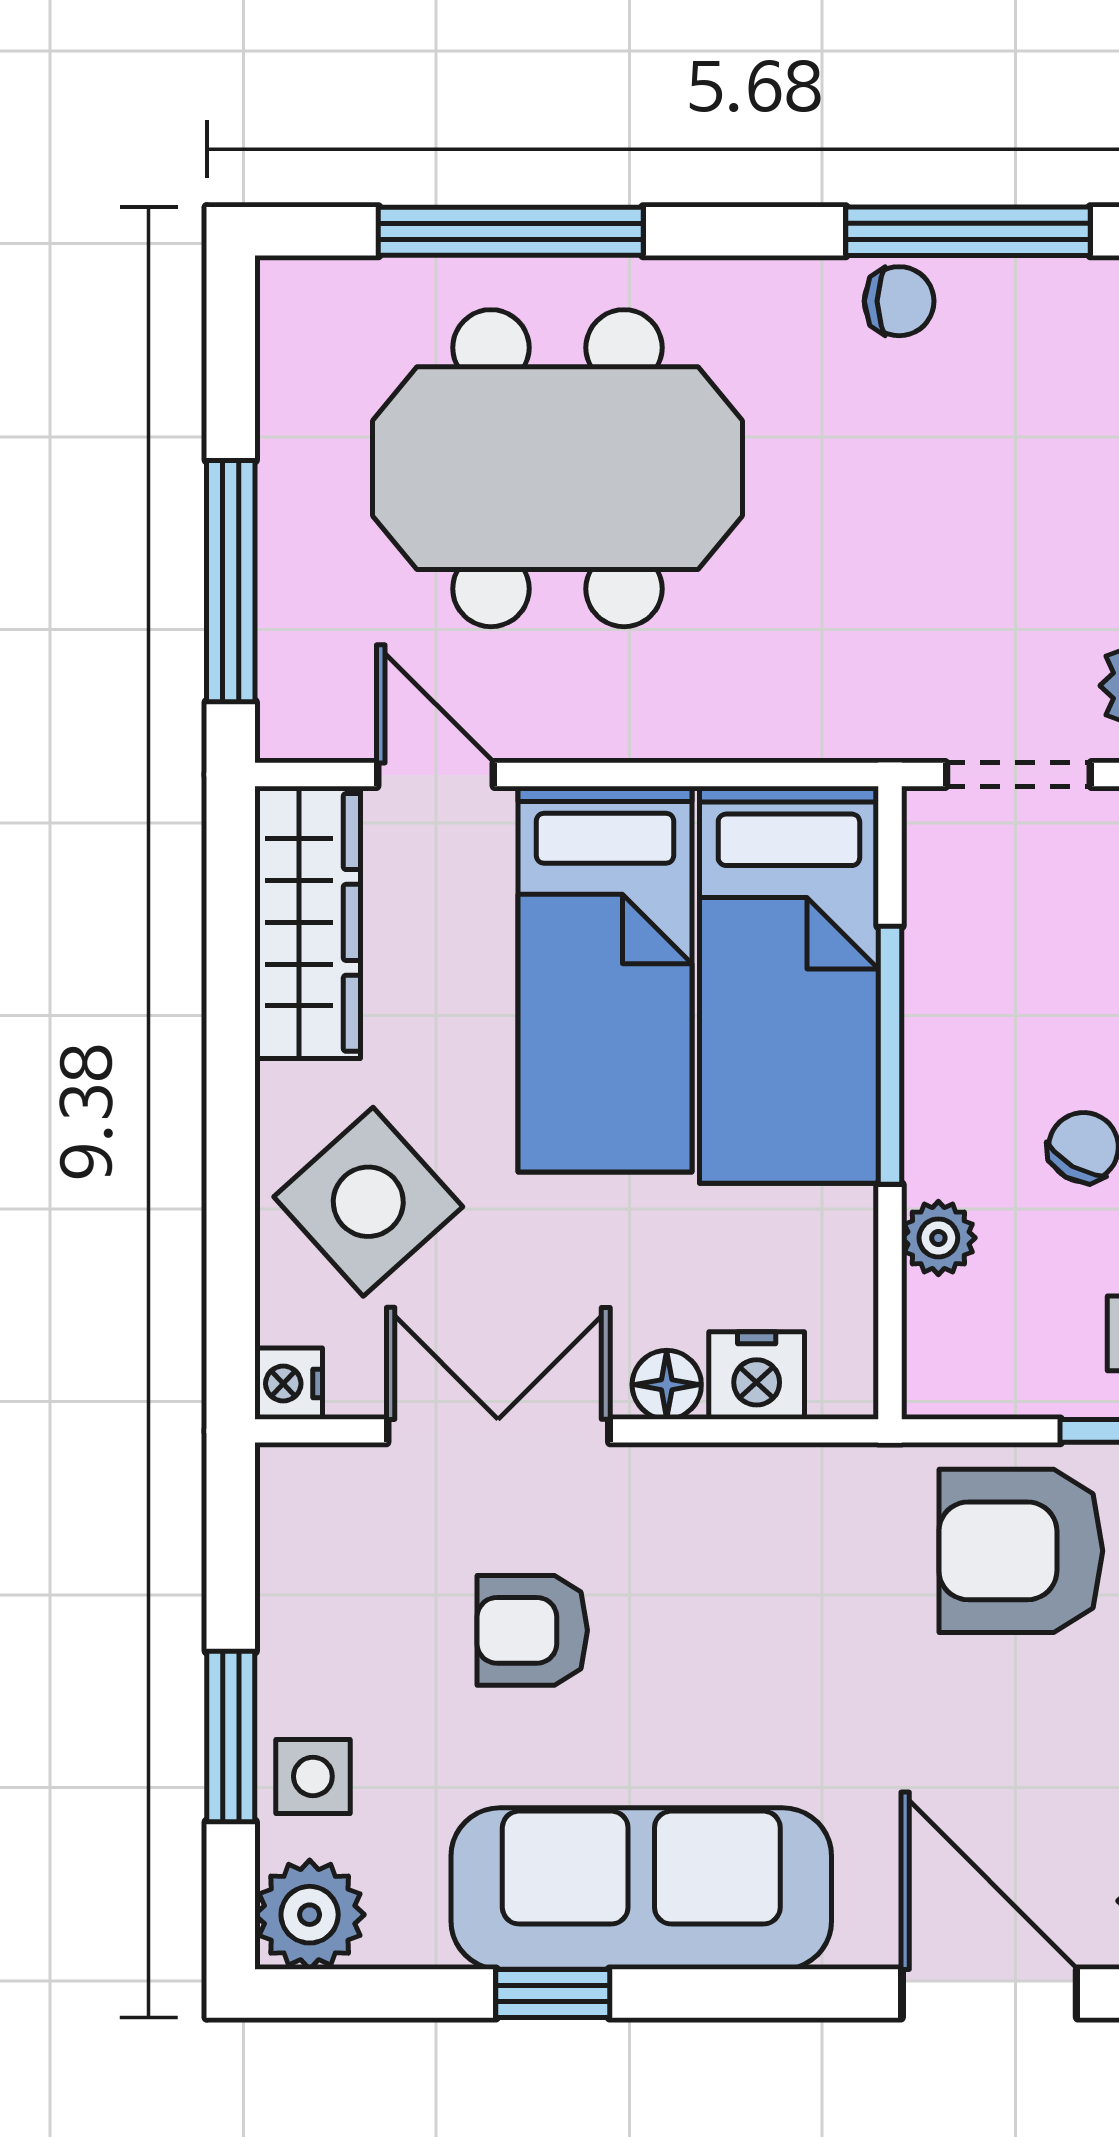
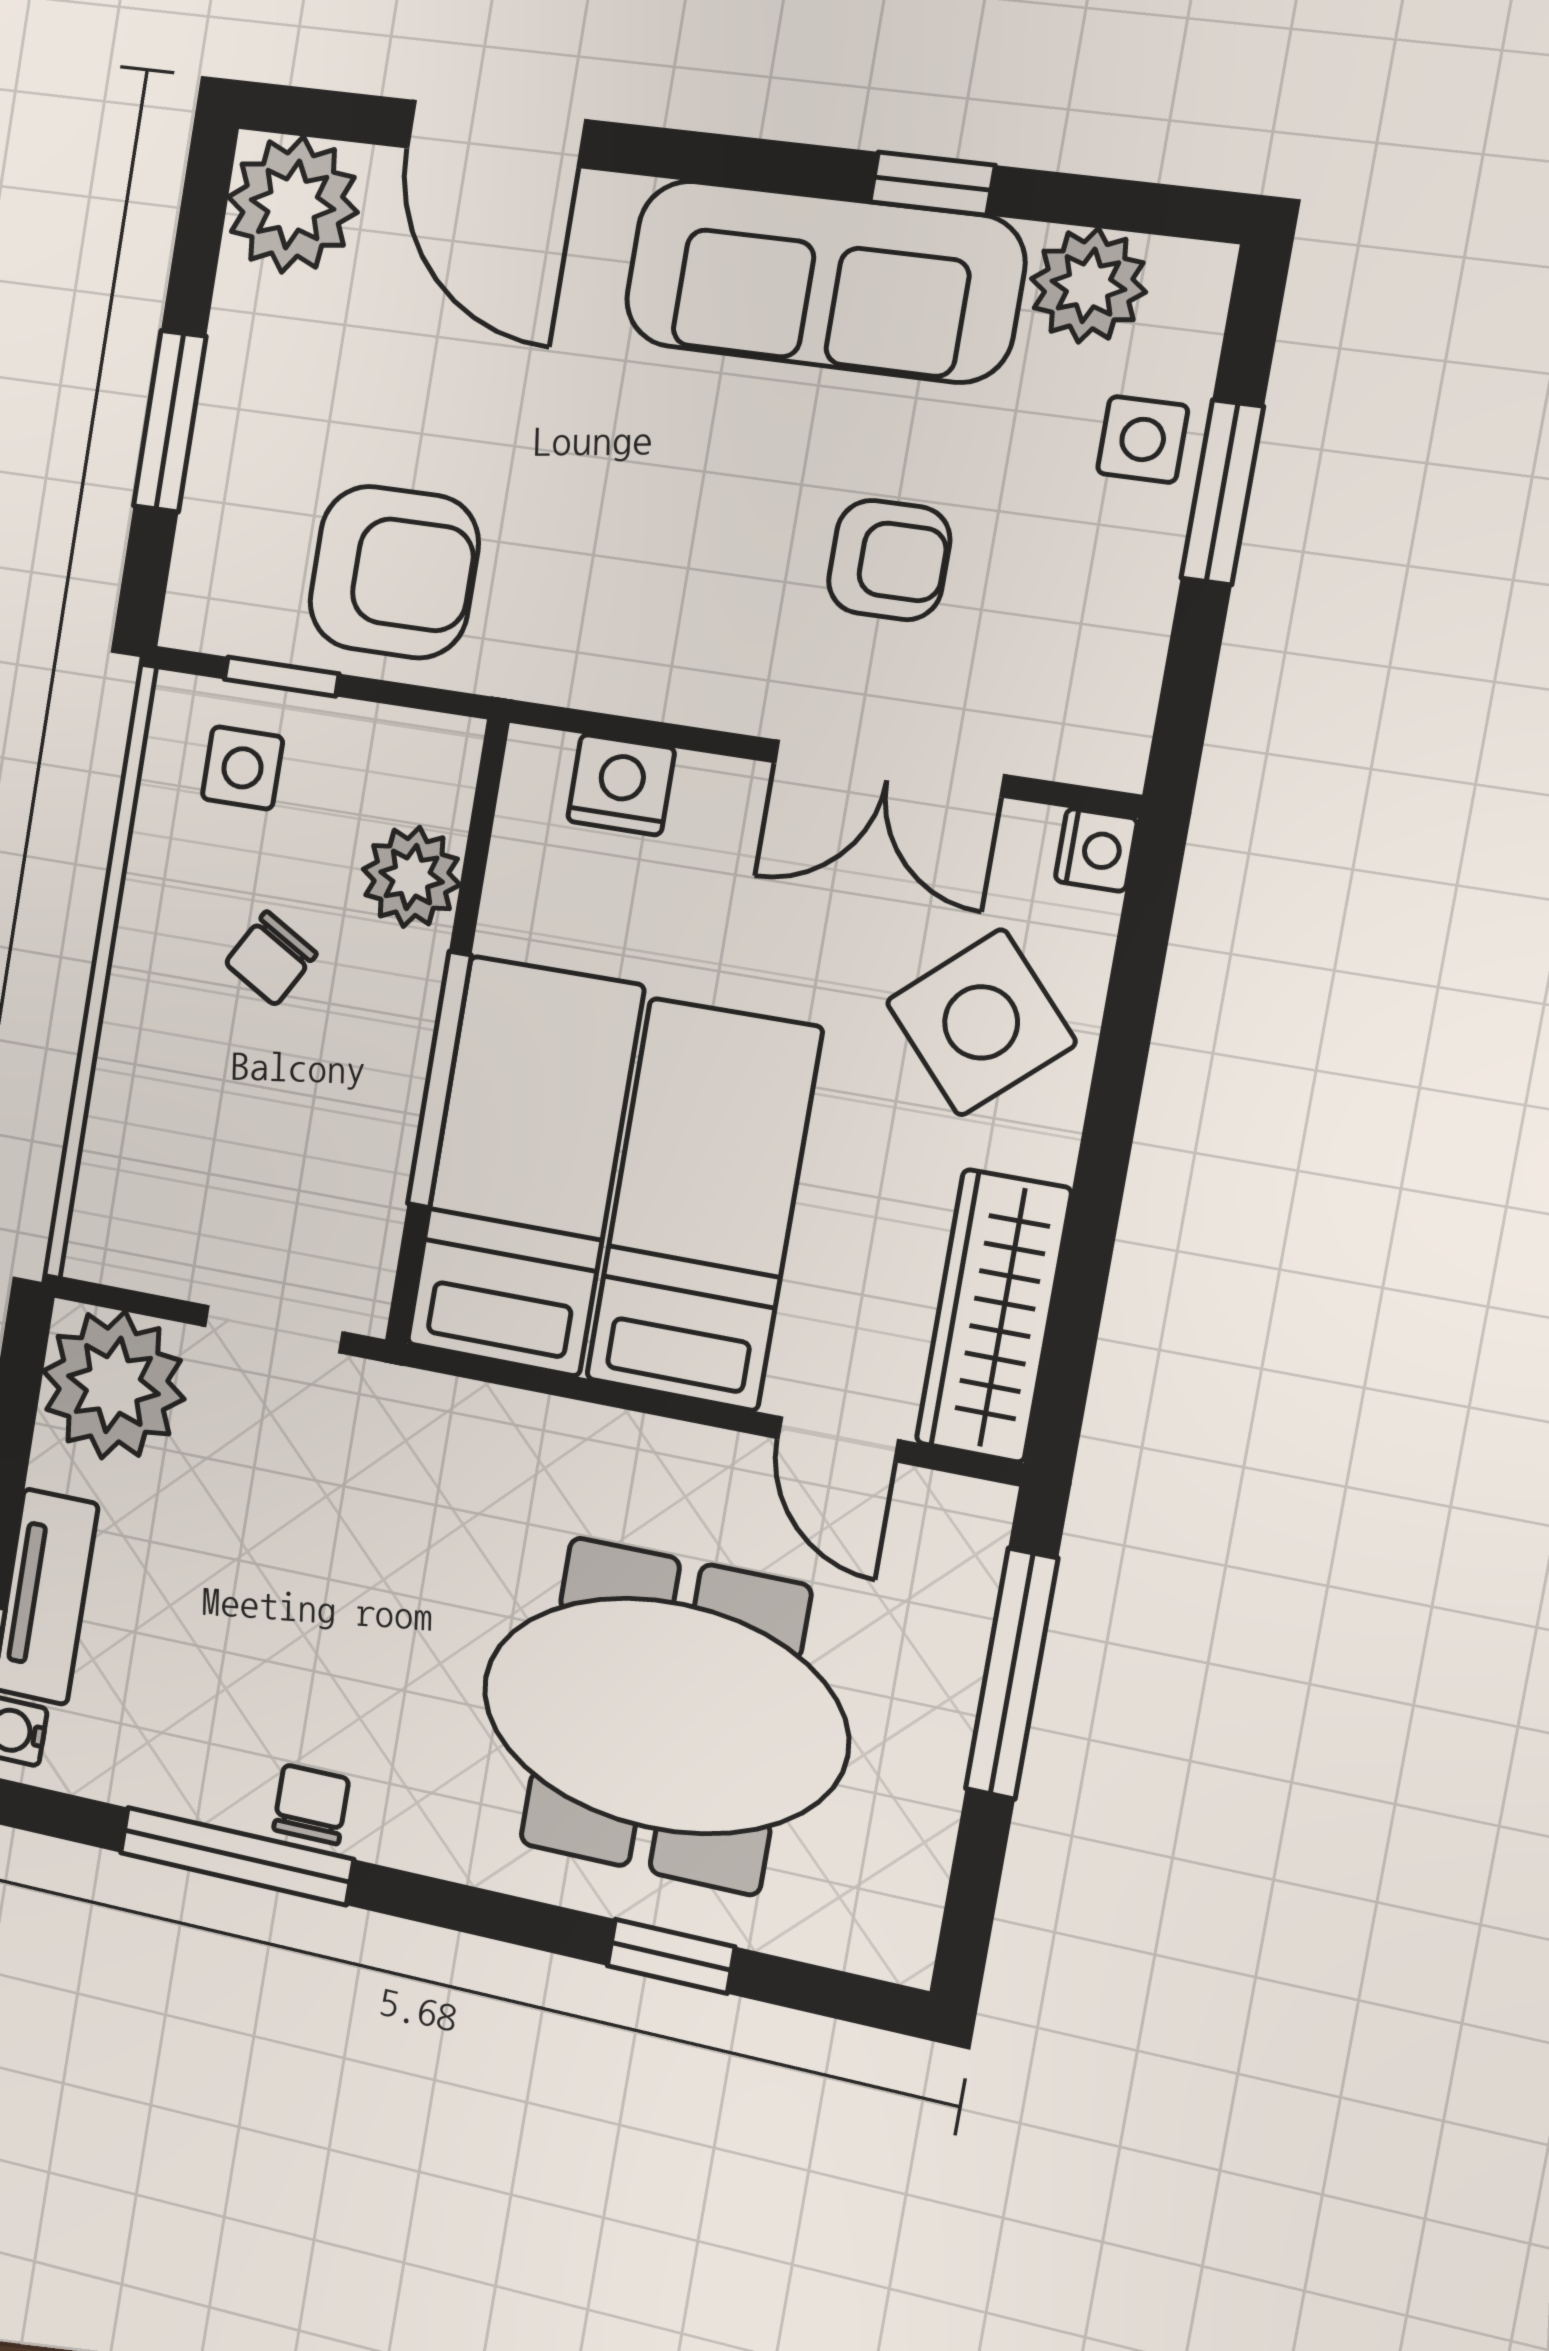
window: (511, 231) -> (671, 1956), width x0.46
chair: (899, 301) -> (311, 1804), turned 90
plant: (938, 1238) -> (411, 877), width x1.38, depth x1.38
floor lamp: (667, 1385) -> (711, 789), removed
plant: (310, 1915) -> (1088, 285), moved

